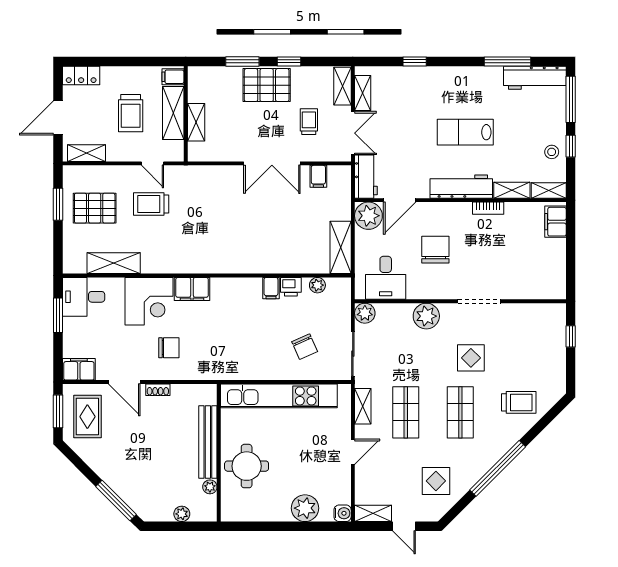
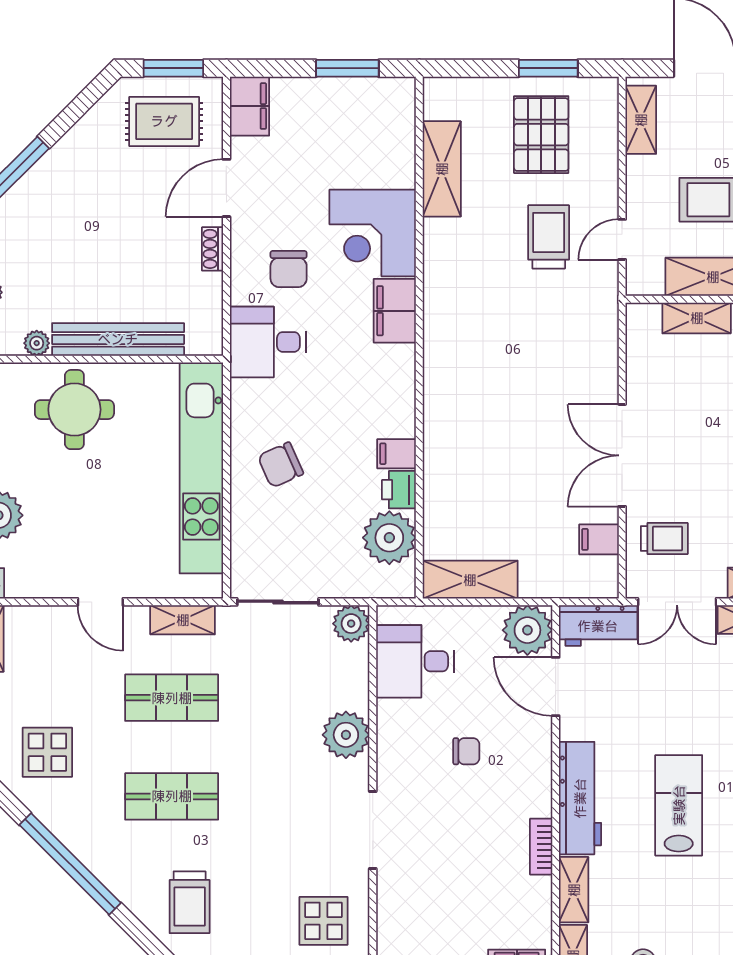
trolley: (309, 122) -> (664, 538), moved
chair: (435, 250) -> (466, 751), width x0.54, depth x0.54
plant: (317, 285) -> (389, 538), width x1.88, depth x1.88
desk: (84, 297) -> (268, 342), moved, turned -90
chair: (305, 347) -> (281, 465), moved
display table: (471, 358) -> (324, 921), moved

